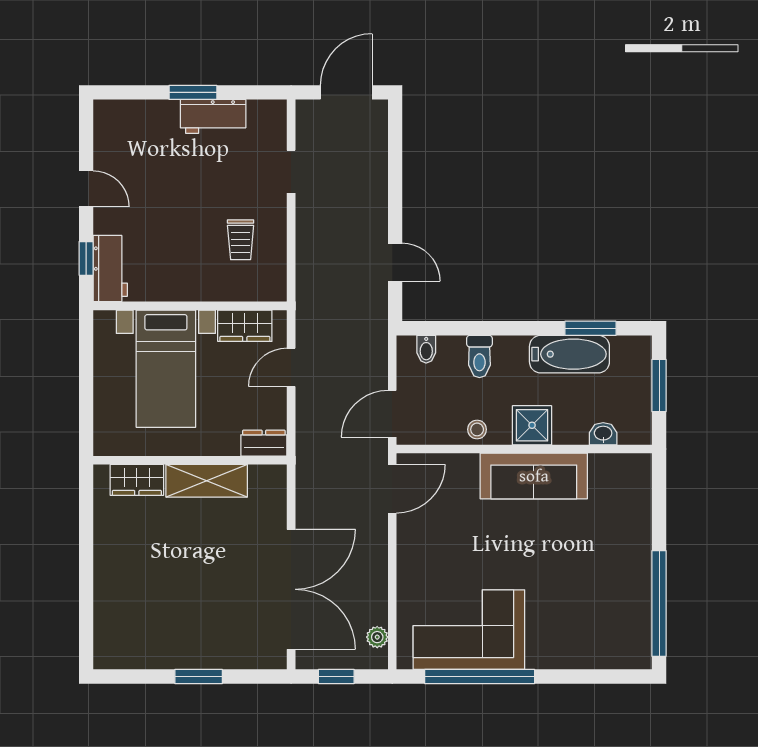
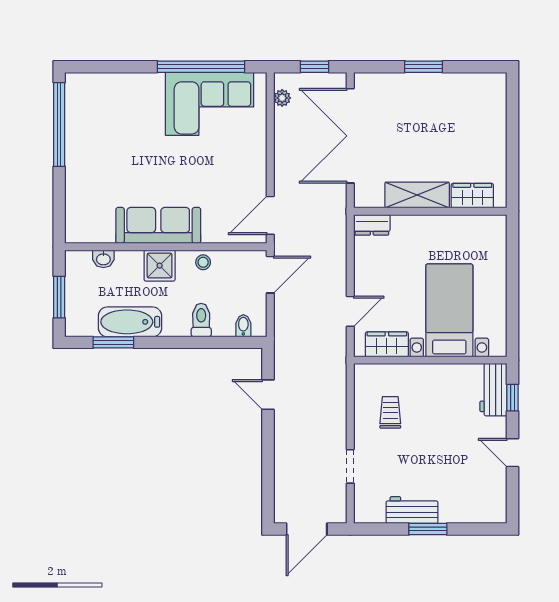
dresser: (264, 443) -> (372, 225), moved
wall: (190, 460) -> (430, 211), moved
wardrobe: (137, 480) -> (472, 196), moved
shelving: (207, 481) -> (417, 195), moved

